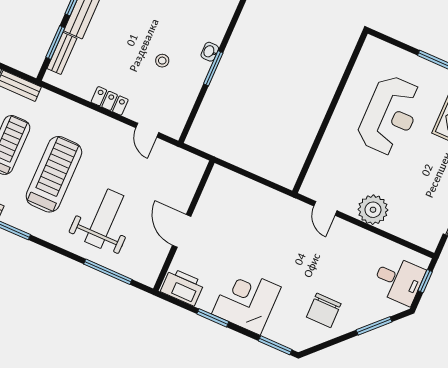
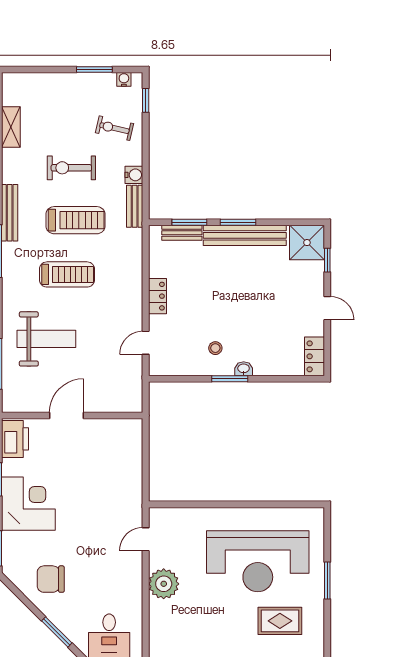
stool: (162, 61) -> (215, 348), moved
reception desk: (390, 115) -> (258, 561), width x1.36, depth x1.30
treadmill: (54, 174) -> (67, 274), width x0.73, depth x0.73

